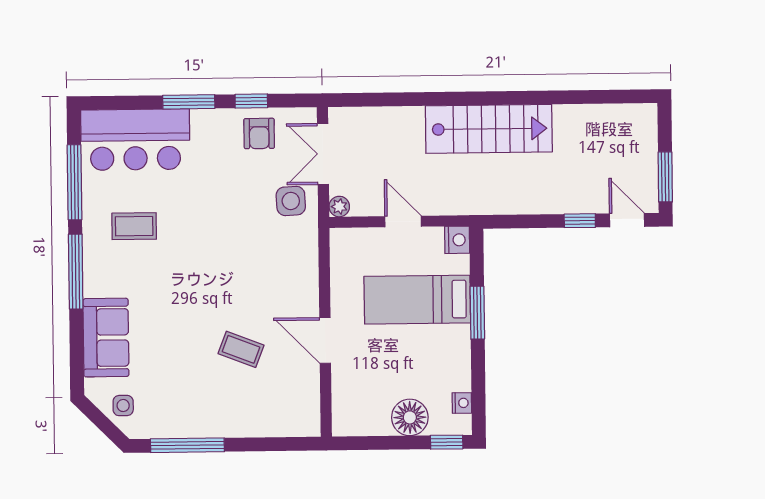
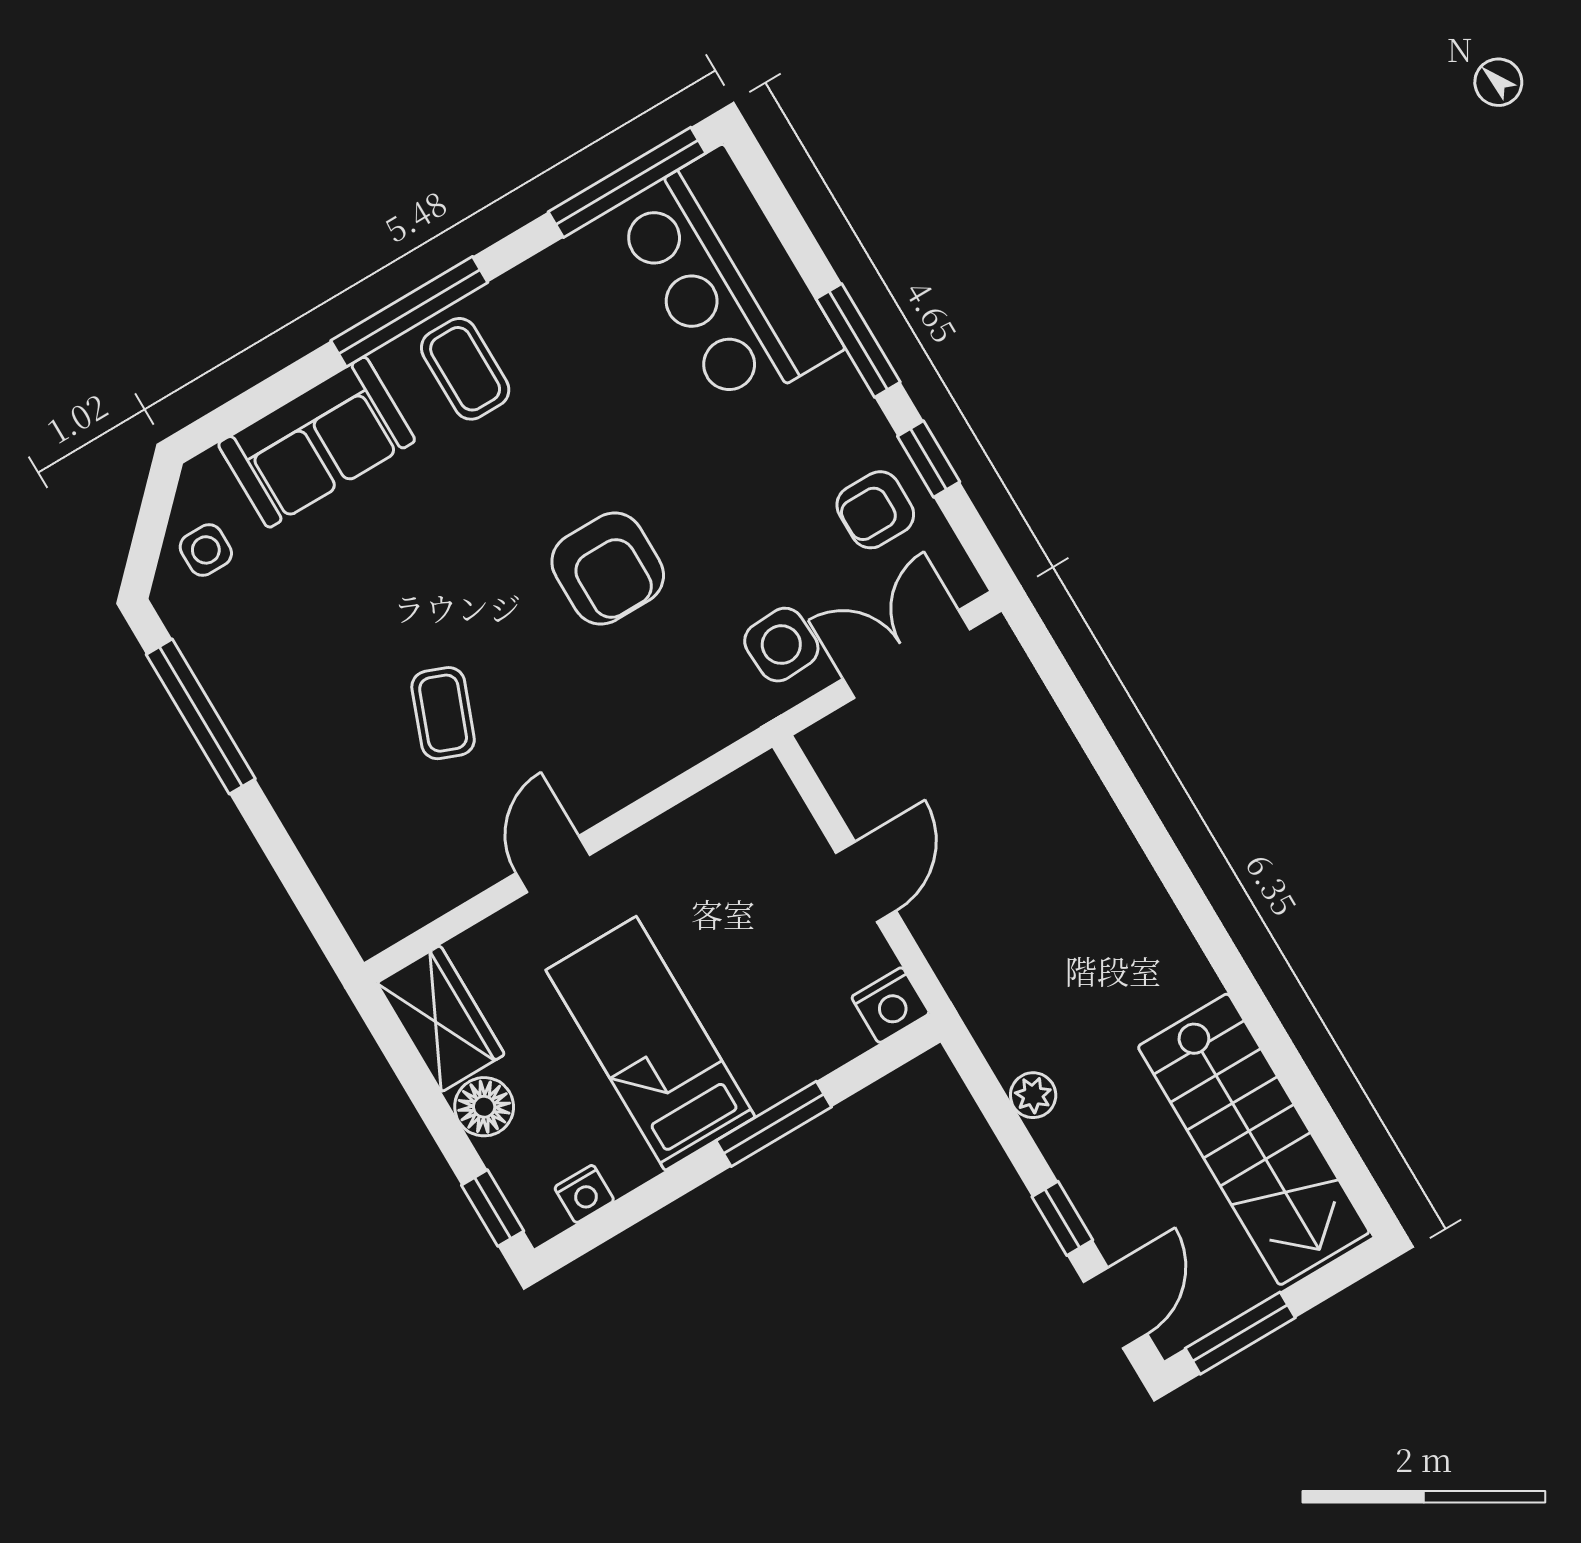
stairs: (489, 129) -> (1254, 1139), moved
window: (75, 182) -> (627, 182), moved
plant: (339, 207) -> (1033, 1095), moved
coffee table: (134, 226) -> (465, 369), moved
armchair: (222, 252) -> (608, 569), added
bed: (417, 300) -> (650, 1044), moved
door: (325, 340) -> (553, 864), width x0.73
floor lamp: (410, 417) -> (484, 1107), width x0.73, depth x0.73
wardrobe: (361, 420) -> (441, 1019), added

